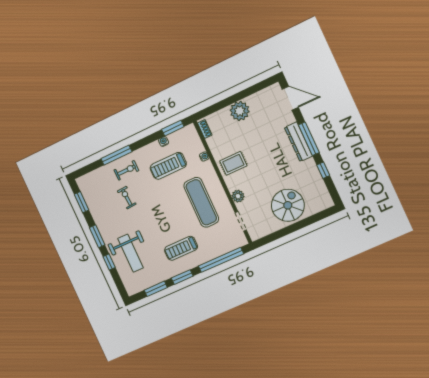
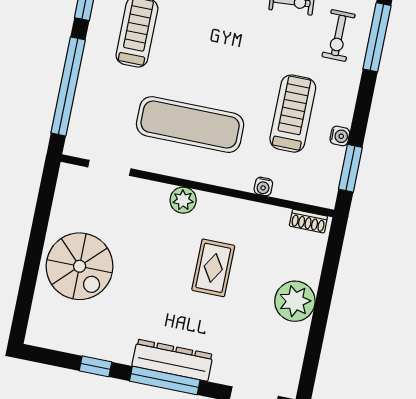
rug: (233, 163) -> (213, 268), moved
plant: (238, 196) -> (183, 200), moved

